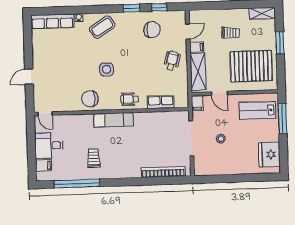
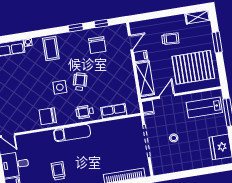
coffee table: (102, 27) -> (51, 49), turned -57
chair: (152, 30) -> (97, 45), turned 90
wheelchair: (172, 61) -> (80, 82), moved
door: (219, 93) -> (167, 96), swing flipped

